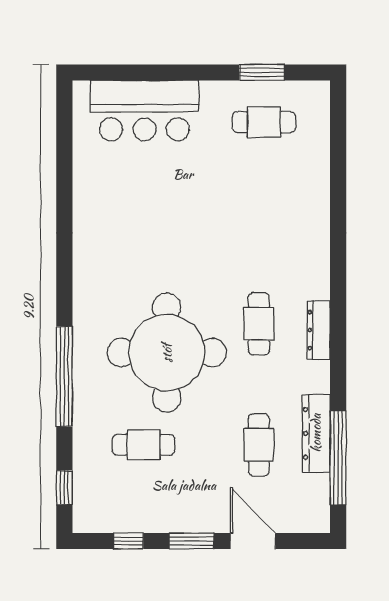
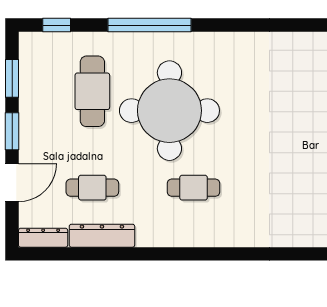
dresser: (319, 330) -> (43, 238), moved
cafe table: (144, 445) -> (92, 91), width x1.37, depth x1.35
window: (338, 458) -> (82, 254), removed
window: (128, 541) -> (12, 78), width x1.50

